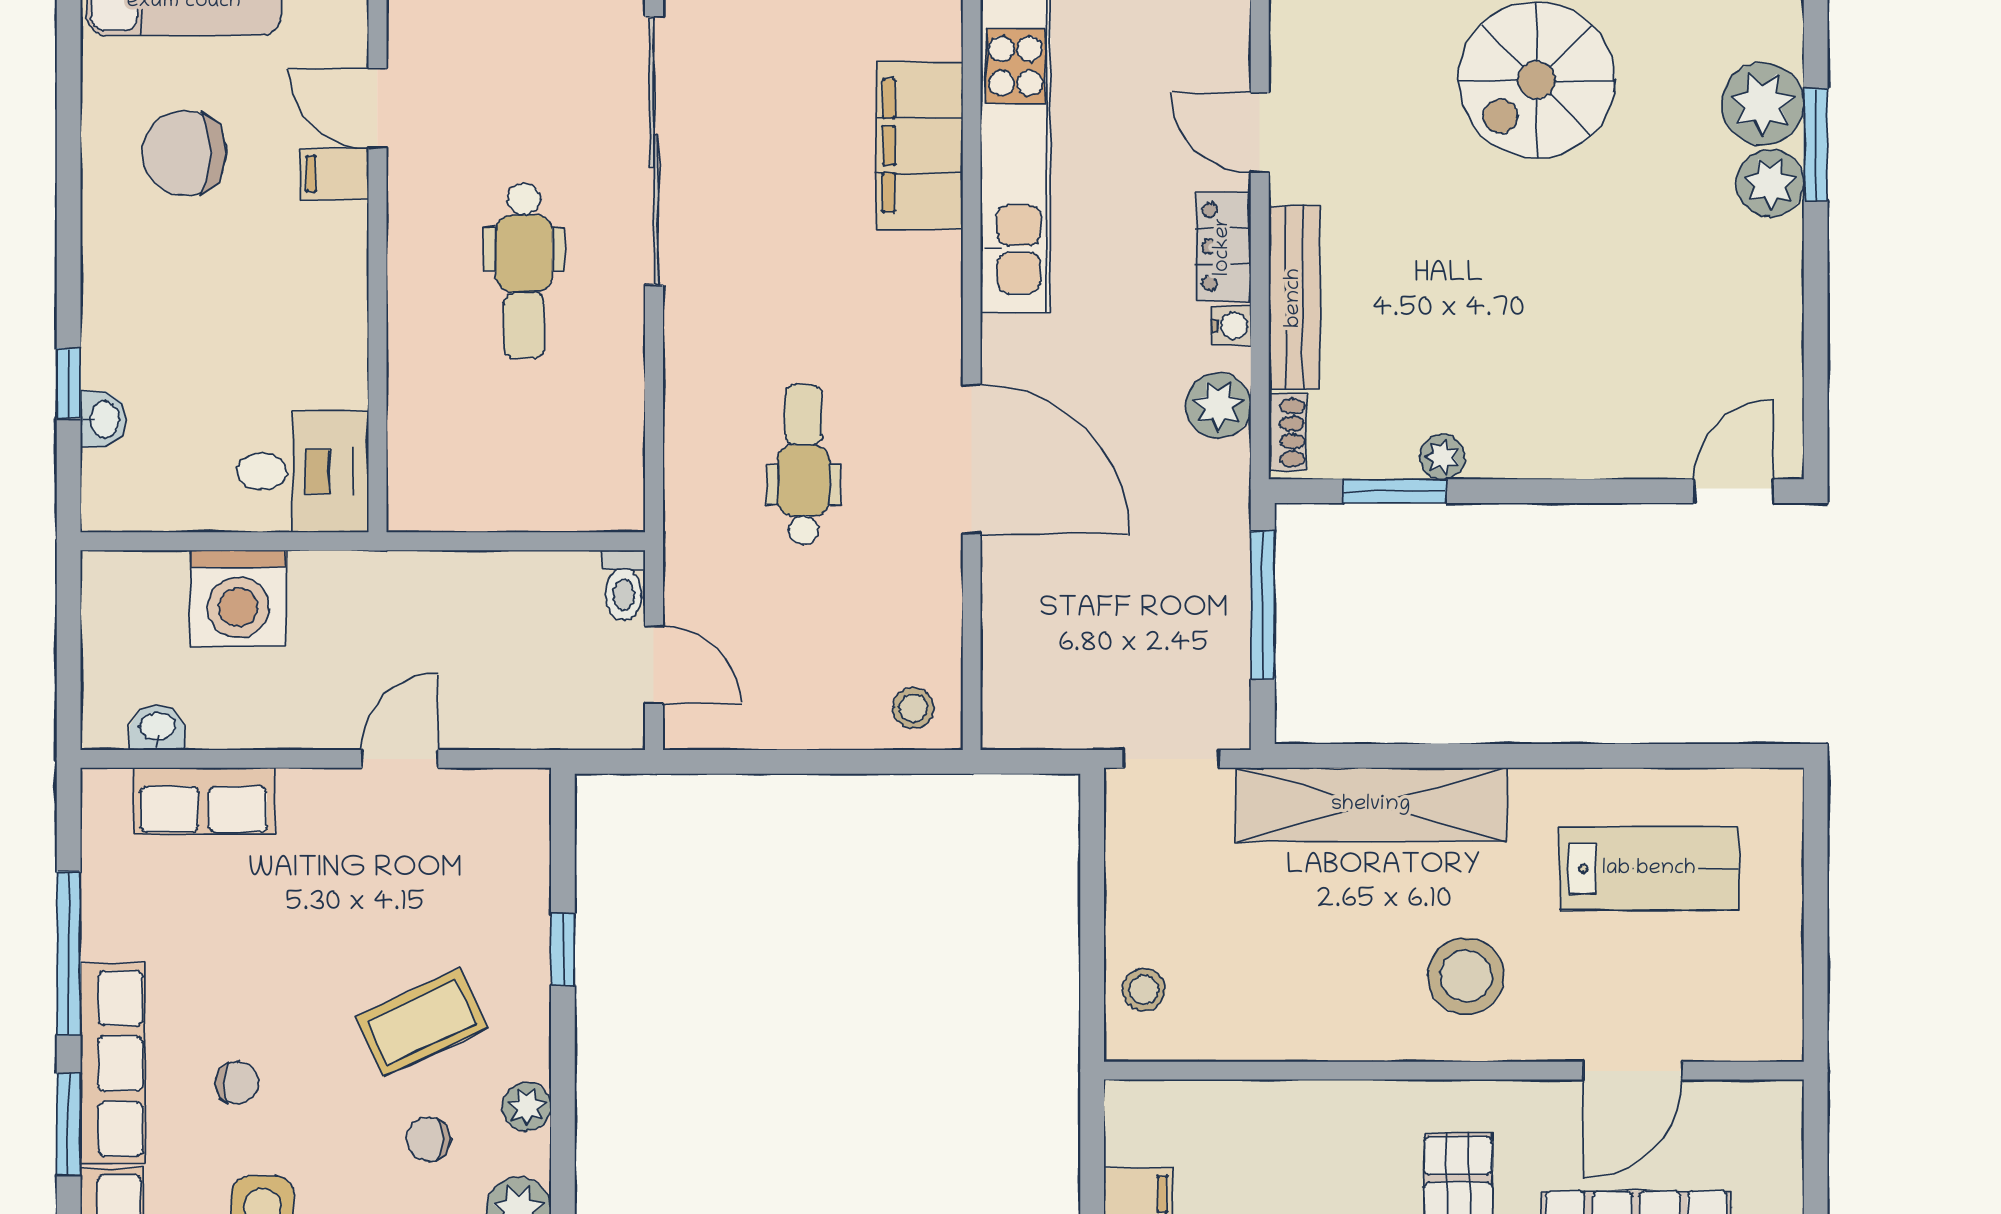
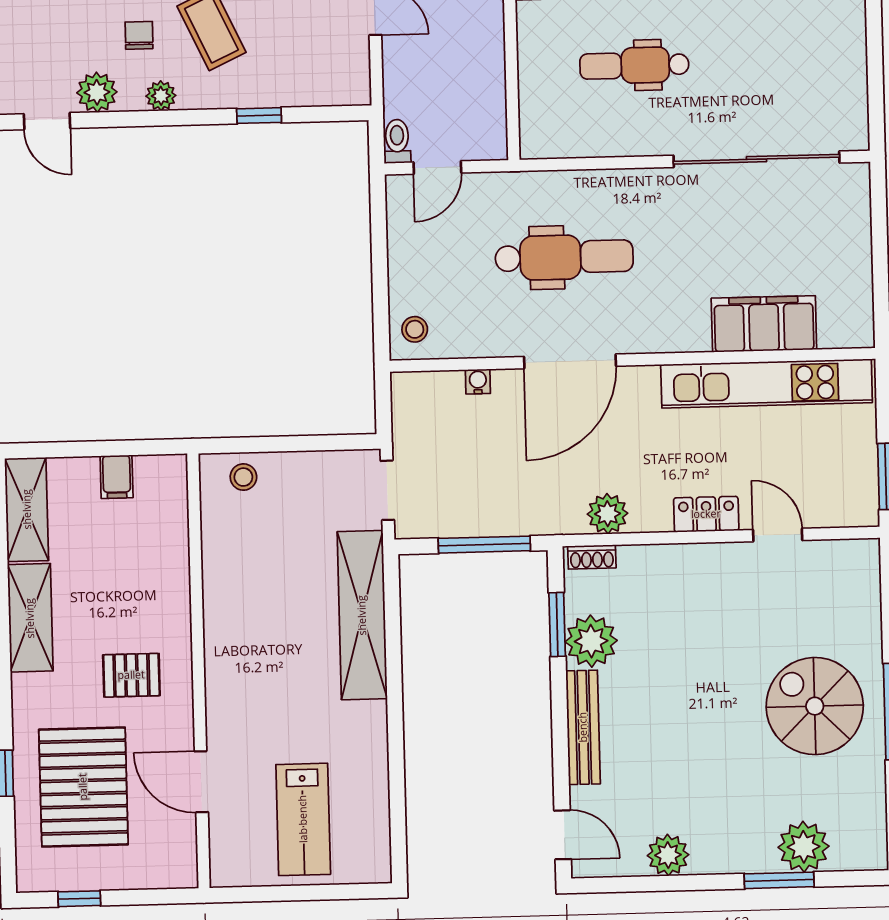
door: (1260, 133) -> (778, 535), hinge flipped
plant: (1770, 183) -> (668, 855), moved
dental chair: (524, 271) -> (634, 65), moved
bench: (1294, 298) -> (583, 727), moved, turned 90
water cooler: (1231, 326) -> (478, 382), moved, turned 180
plant: (1442, 457) -> (591, 641), width x1.88, depth x1.88
dental chair: (804, 464) -> (564, 257), width x1.36, depth x1.38
toilet: (624, 585) -> (397, 141), moved, turned 90
lab bench: (1649, 869) -> (303, 819), moved
stool: (1466, 976) -> (257, 677), removed

